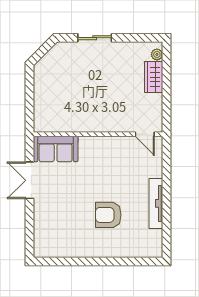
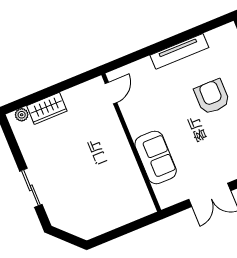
sofa: (56, 149) -> (156, 157), moved
armchair: (108, 215) -> (212, 97), turned 180

